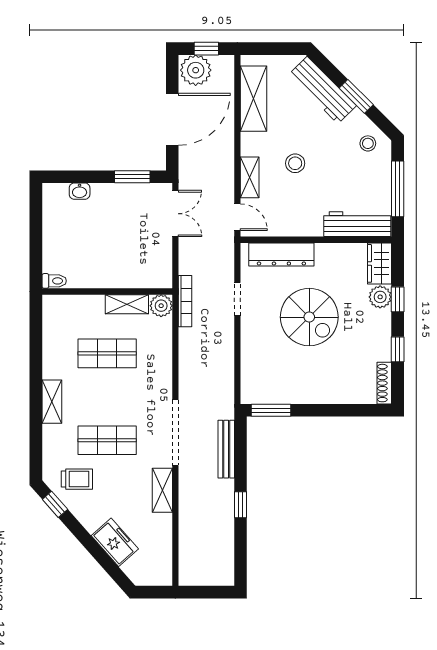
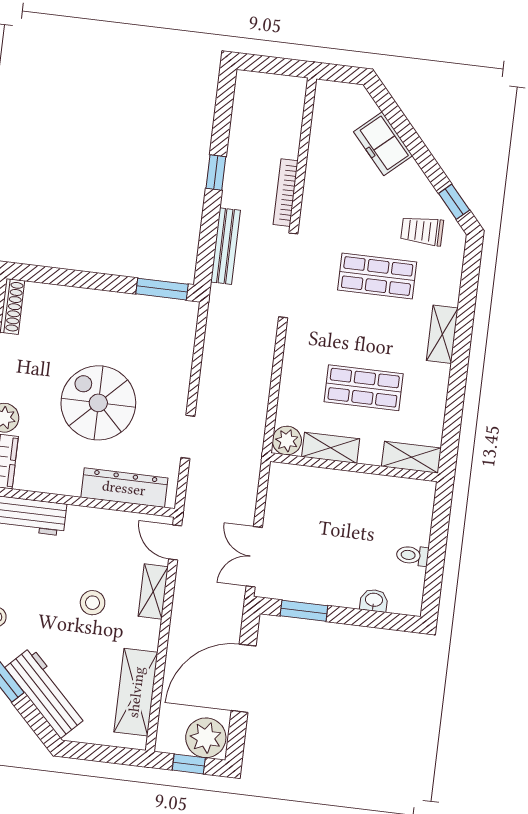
toilet: (54, 281) -> (412, 555), moved
bookcase: (185, 301) -> (286, 193), moved
shelving: (162, 490) -> (411, 457), moved, turned 90

